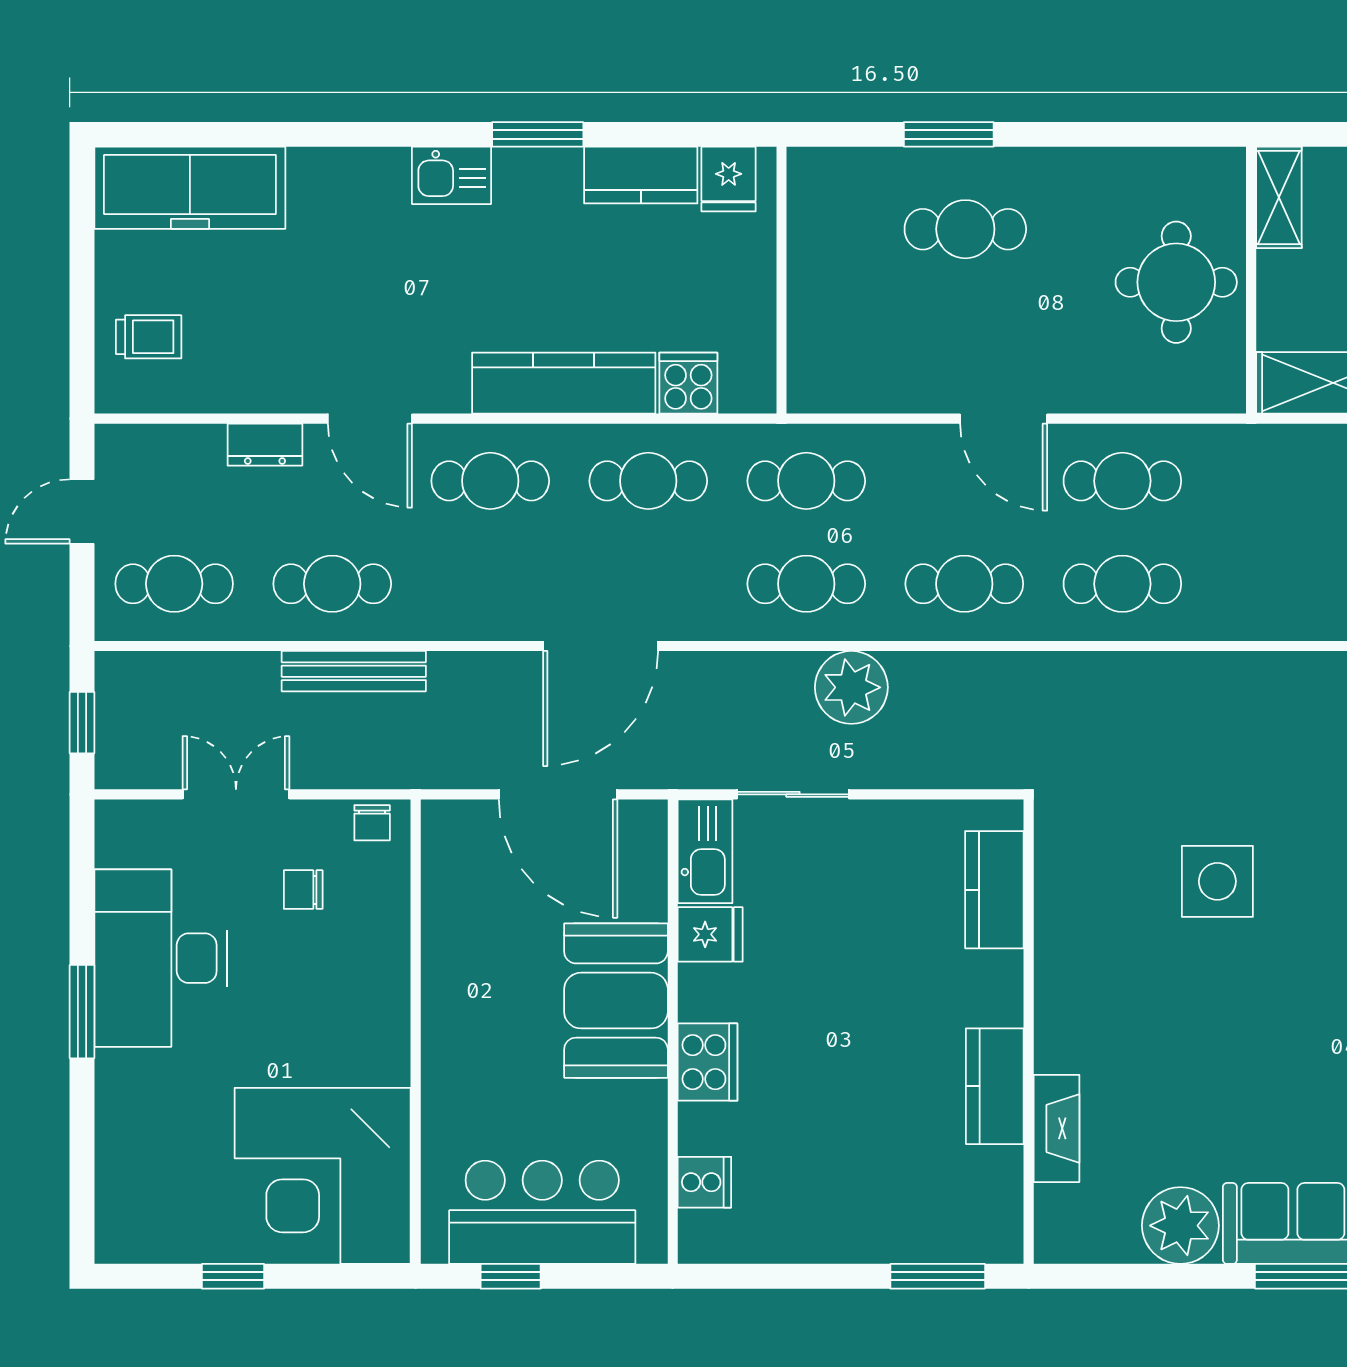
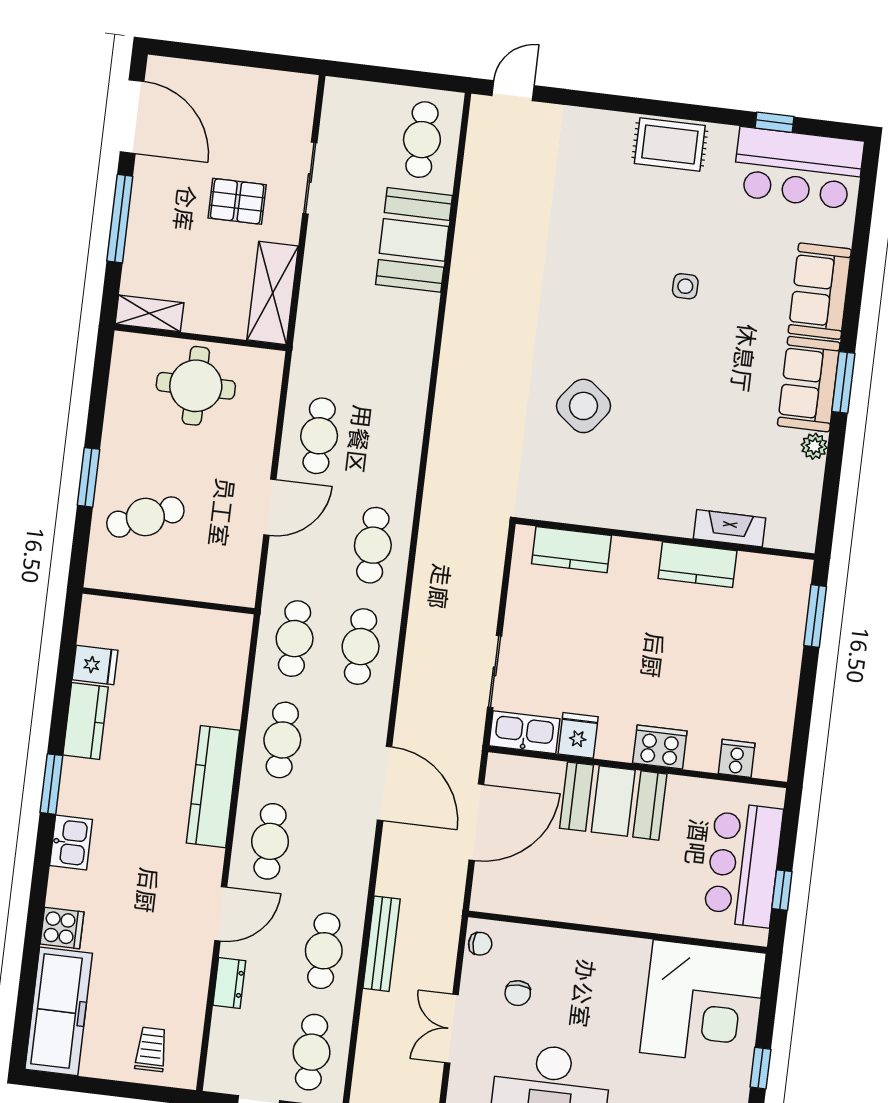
window: (949, 134) -> (89, 477), moved
cafe table: (965, 229) -> (145, 517), turned 68
wall: (781, 280) -> (168, 601), moved
cooker: (688, 383) -> (62, 928), moved, turned 180
cafe table: (1122, 584) -> (385, 444), removed
plant: (851, 687) -> (431, 626), removed
side table: (1217, 881) -> (583, 406), turned 38
plant: (1180, 1226) -> (814, 446), width x0.53, depth x0.53

